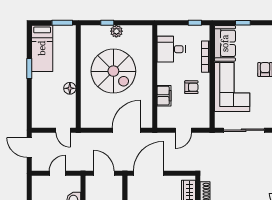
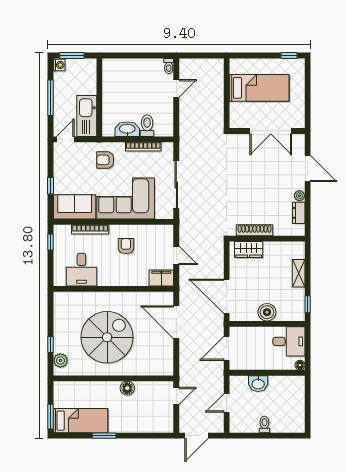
window: (62, 23) -> (50, 417), moved
plant: (116, 31) -> (60, 360), moved
filing cabinet: (164, 96) -> (161, 278), moved
door: (57, 173) -> (227, 403), hinge flipped

